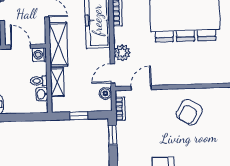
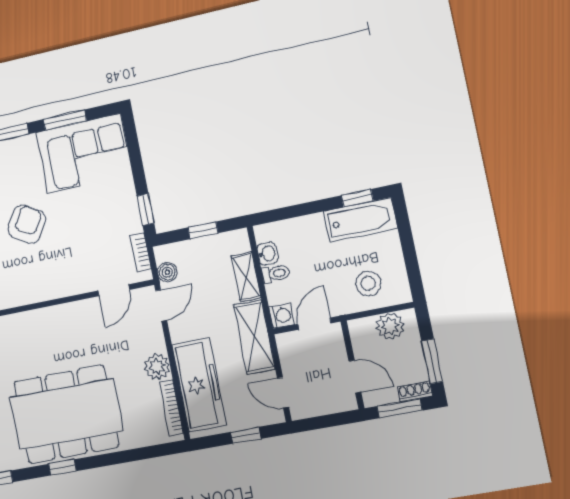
door: (21, 47) -> (314, 324), swing flipped
plant: (122, 53) -> (157, 367), moved
armchair: (189, 112) -> (27, 224), moved

